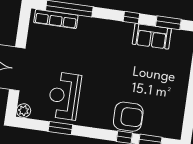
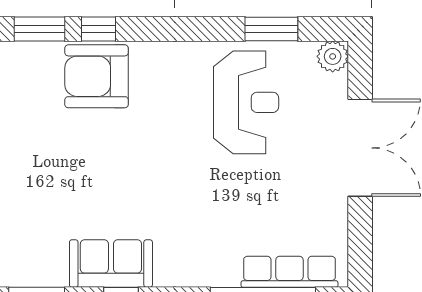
sofa: (152, 36) -> (111, 264), moved
window: (60, 128) -> (271, 29), moved

